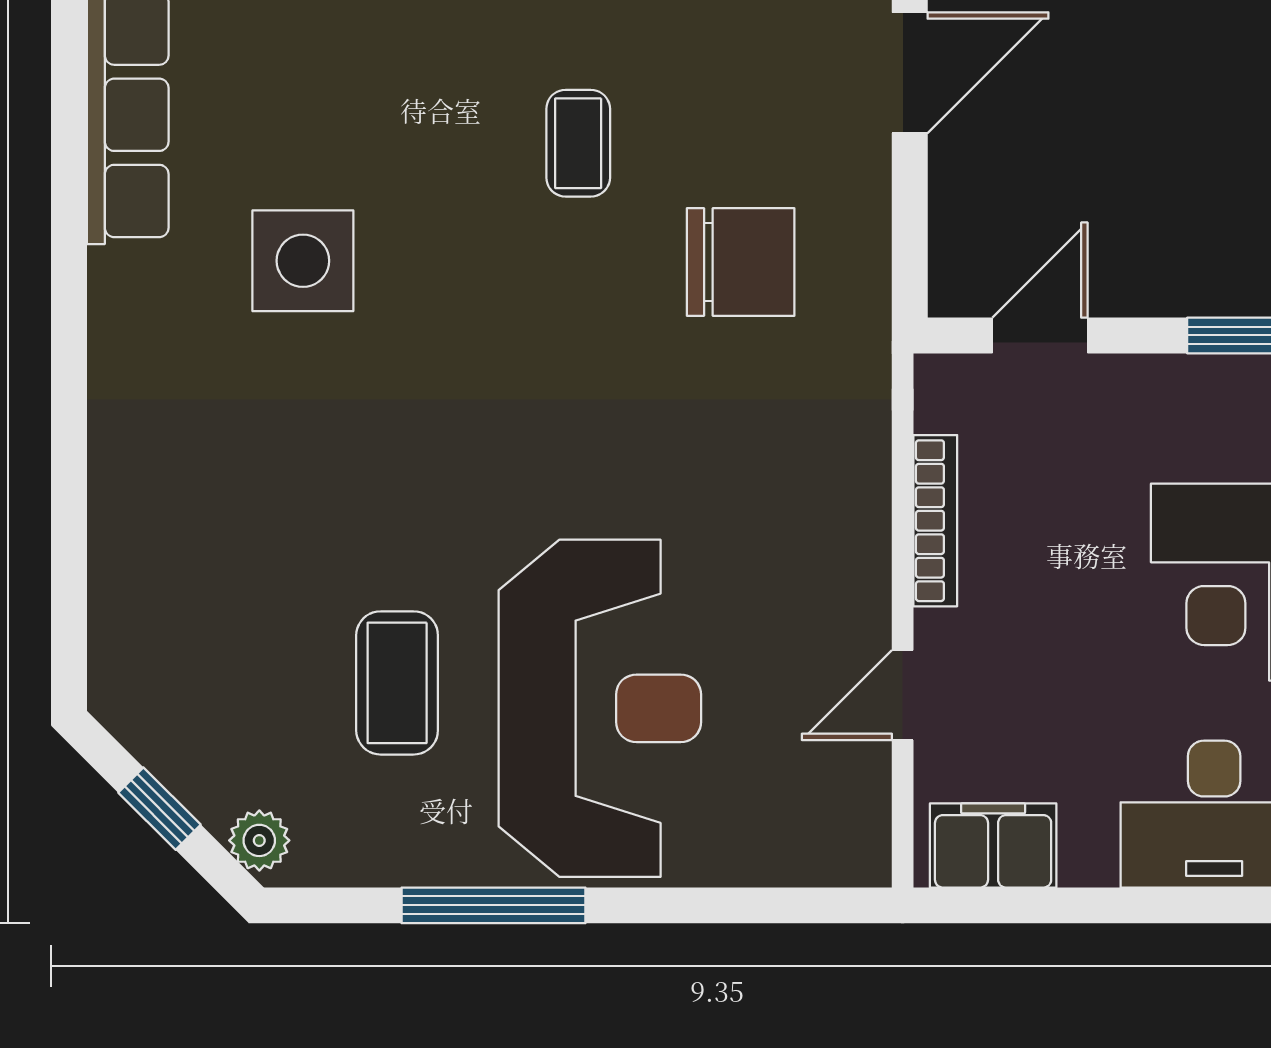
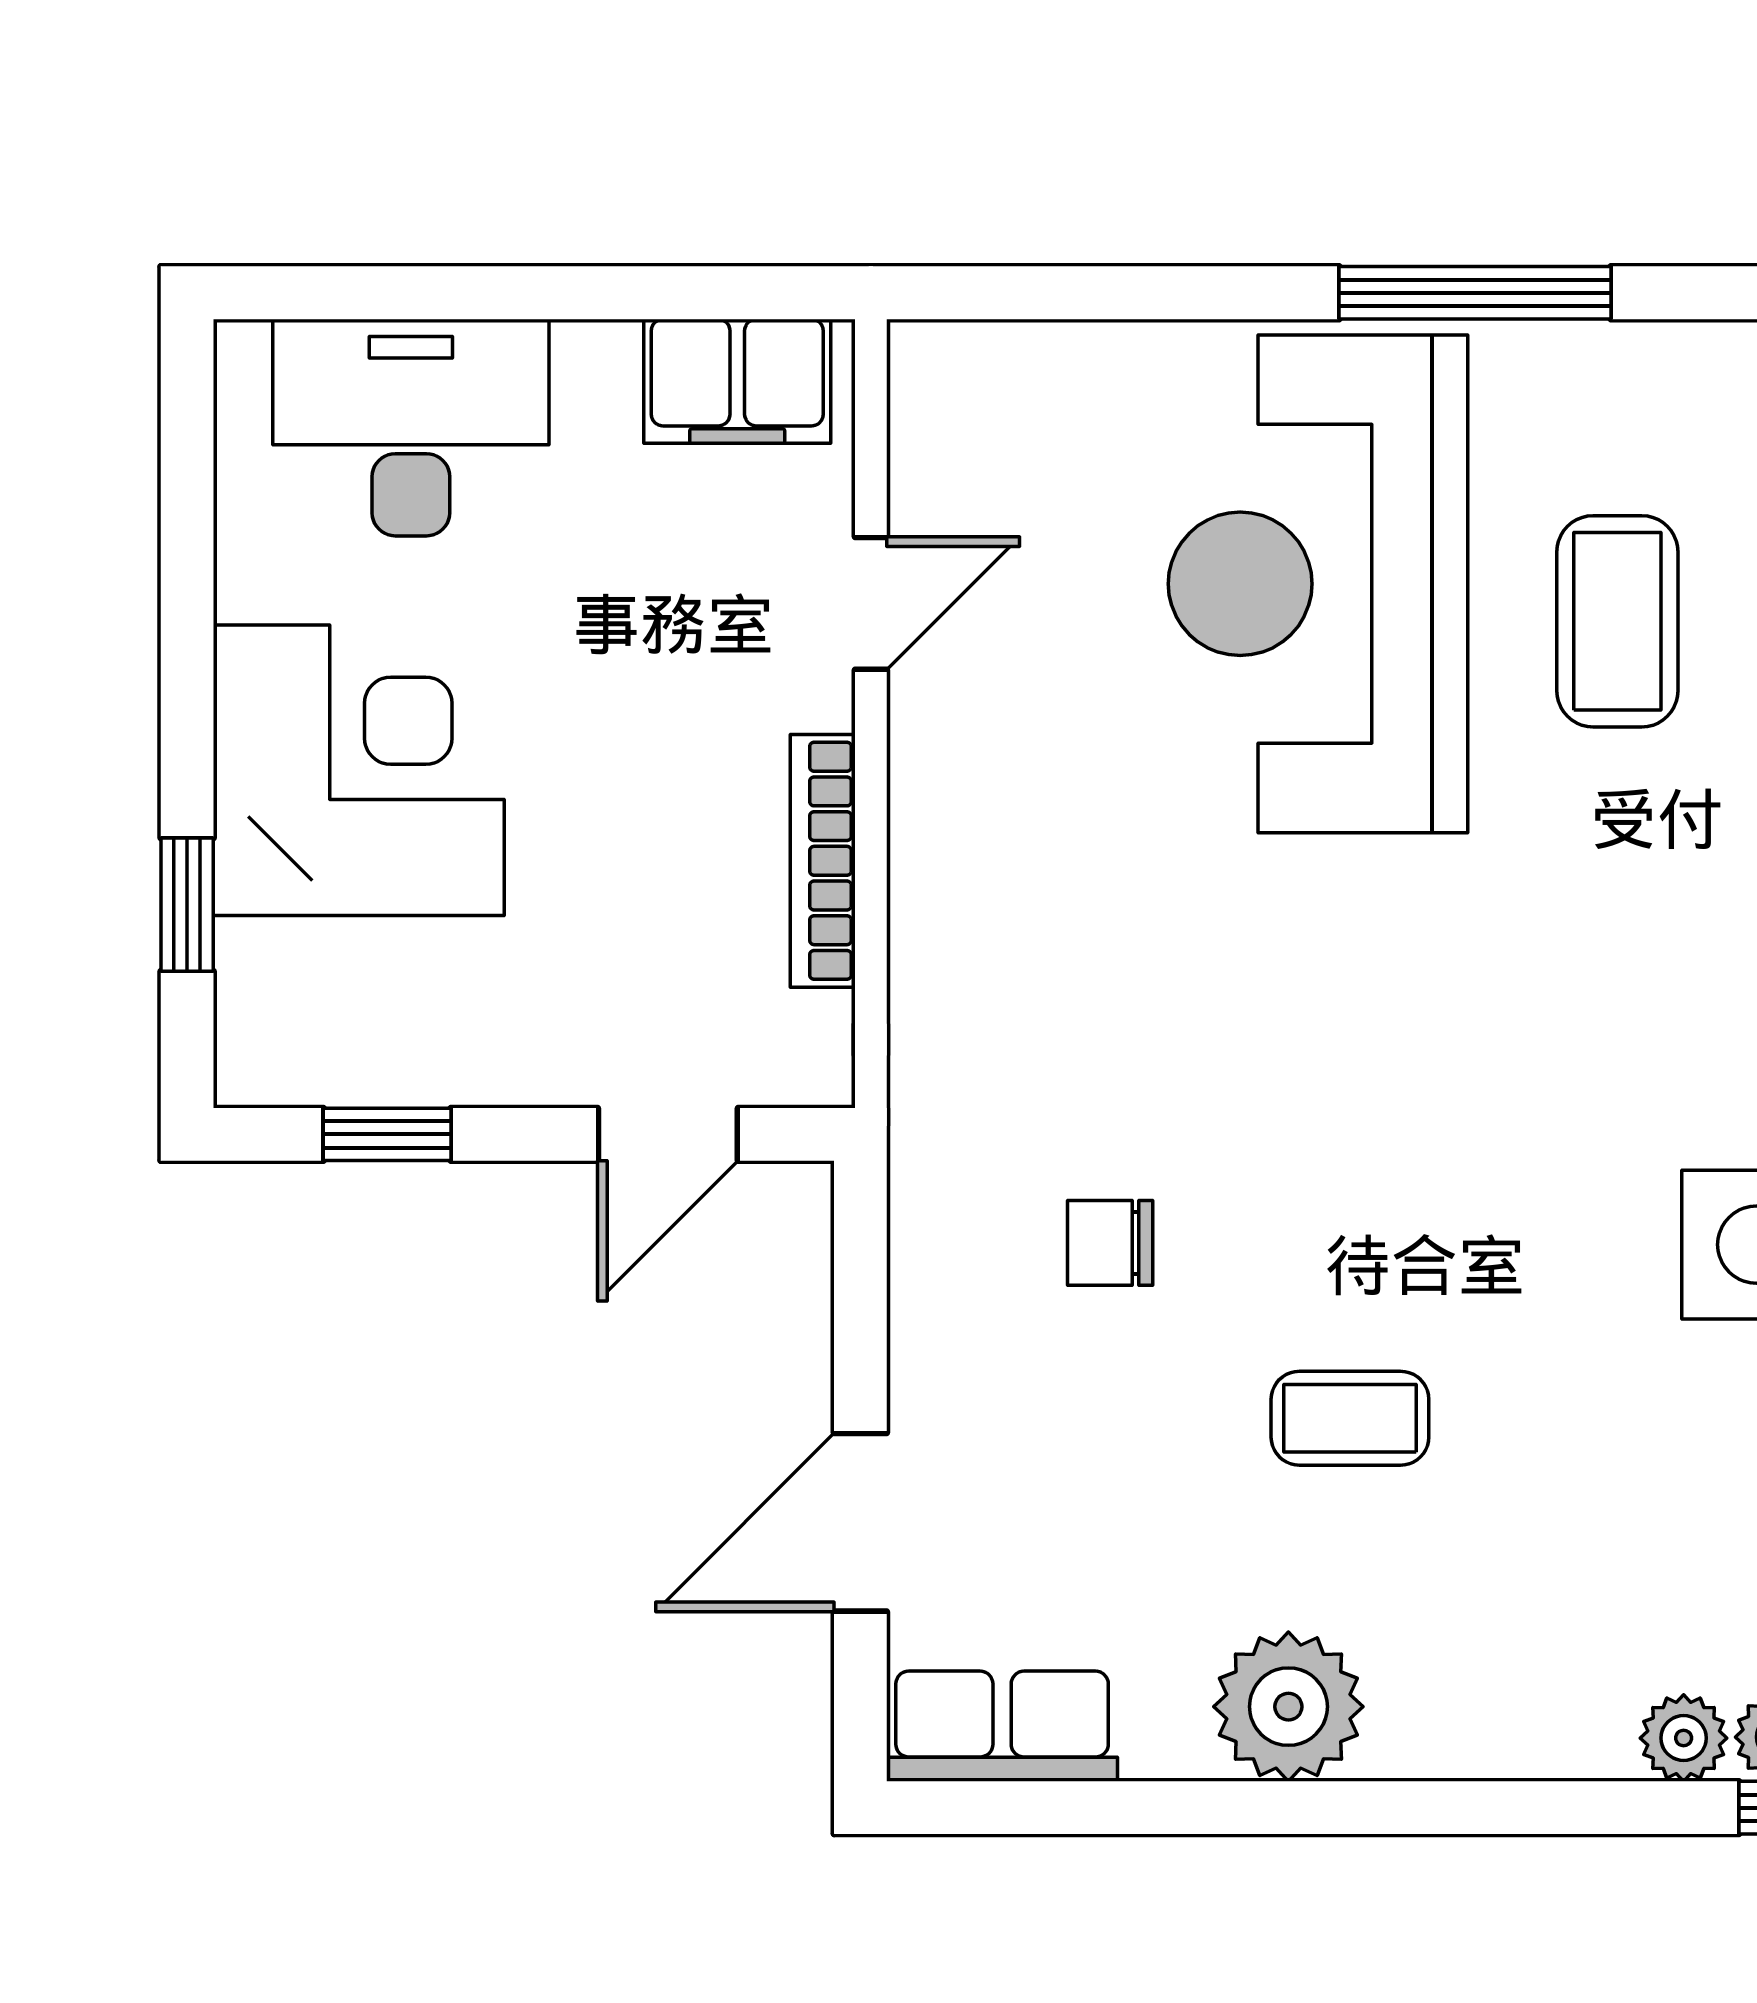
coffee table: (578, 143) -> (1350, 1418), turned 90
chair: (741, 262) -> (1110, 1243), width x0.54, depth x0.54

